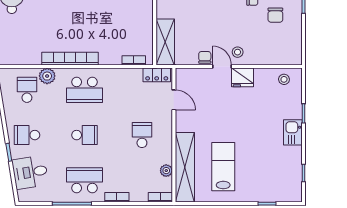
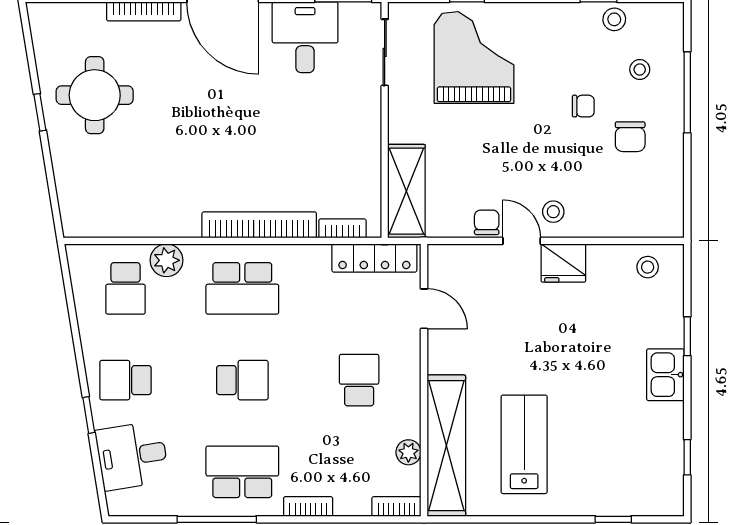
bookcase: (70, 59) -> (259, 225), moved
locker: (157, 75) -> (374, 258), width x1.53
school desk: (27, 90) -> (126, 288), turned 180

